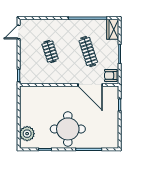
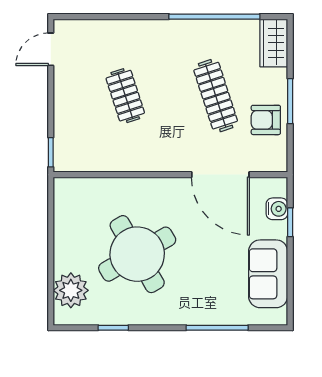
armchair: (111, 76) -> (266, 120), moved
water cooler: (114, 99) -> (277, 209), added
sofa: (110, 127) -> (268, 274), added
round table: (68, 129) -> (137, 254), moved, turned -30

